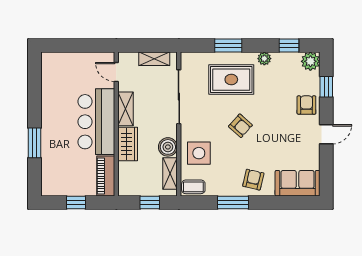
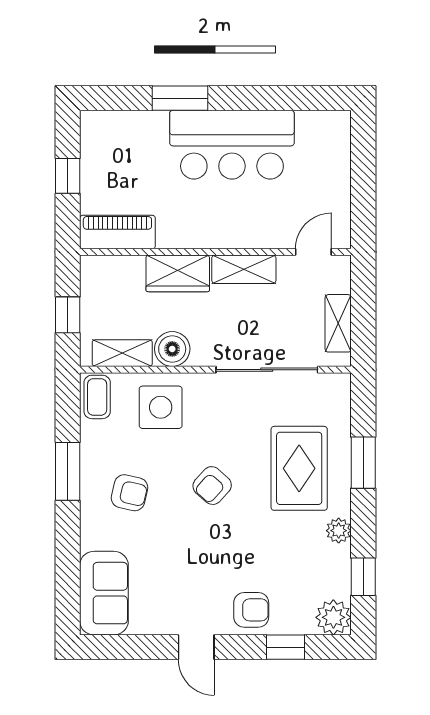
bar counter: (96, 122) -> (232, 145), moved, turned 180
armchair: (253, 180) -> (129, 493), moved

